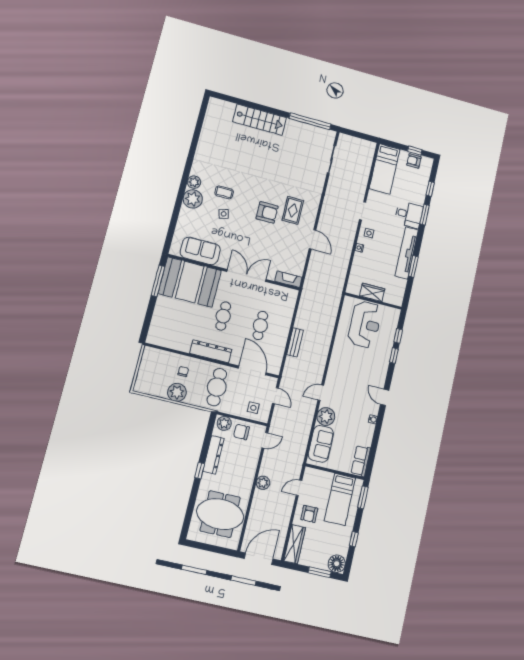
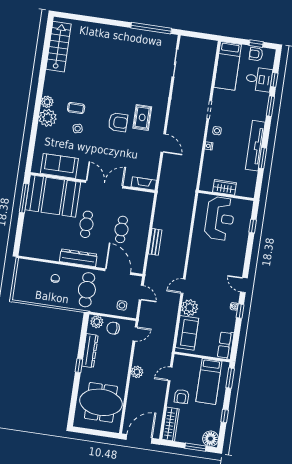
stairs: (260, 120) -> (58, 47), moved, turned -90
desk: (409, 215) -> (259, 79), moved
window: (394, 356) -> (240, 311), moved
plant: (177, 392) -> (52, 298), removed

